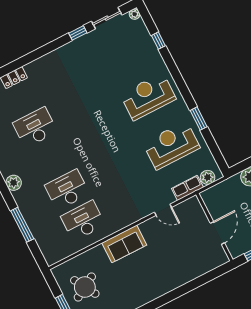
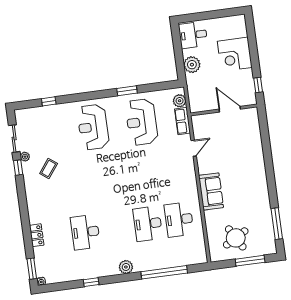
plant: (135, 14) -> (25, 157), moved
coffee table: (88, 65) -> (49, 168), added
window: (22, 225) -> (164, 272), width x1.46

